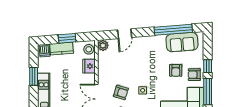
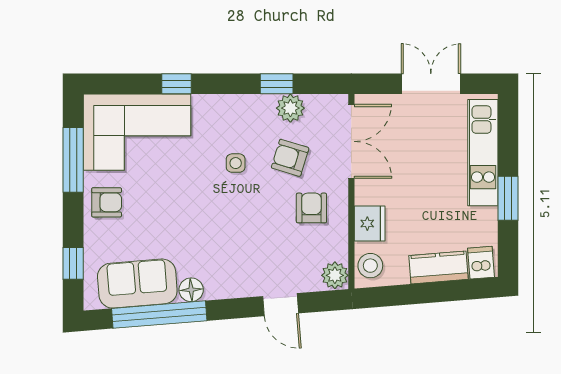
door: (125, 34) -> (281, 305), swing flipped
window: (67, 38) -> (424, 293), removed
floor lamp: (160, 40) -> (191, 290), added
window: (208, 66) -> (73, 263), moved
armchair: (176, 70) -> (311, 208), moved

